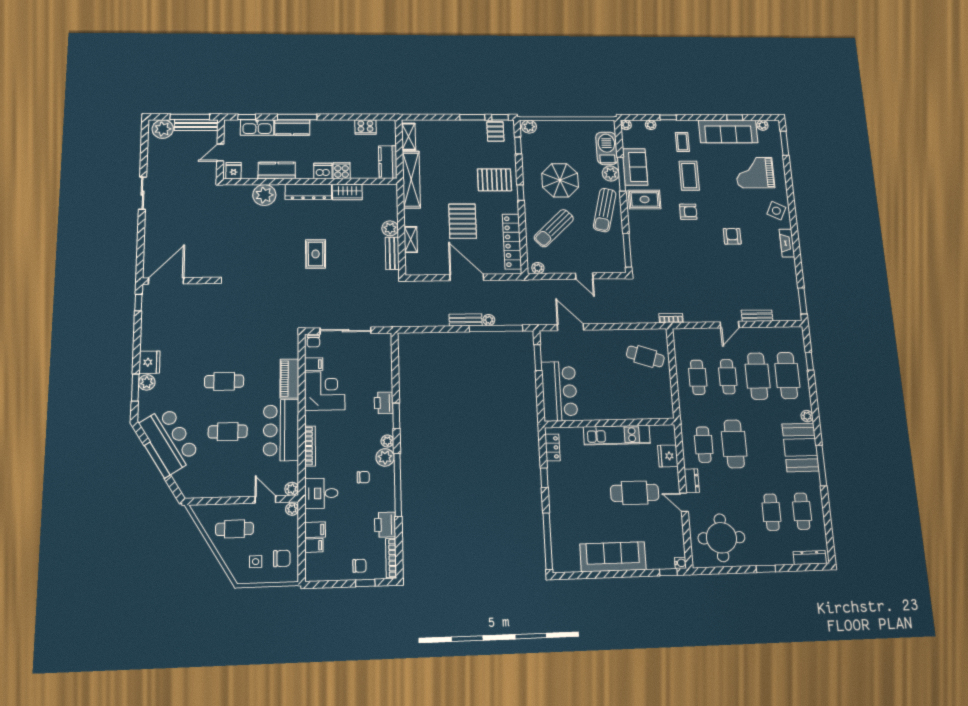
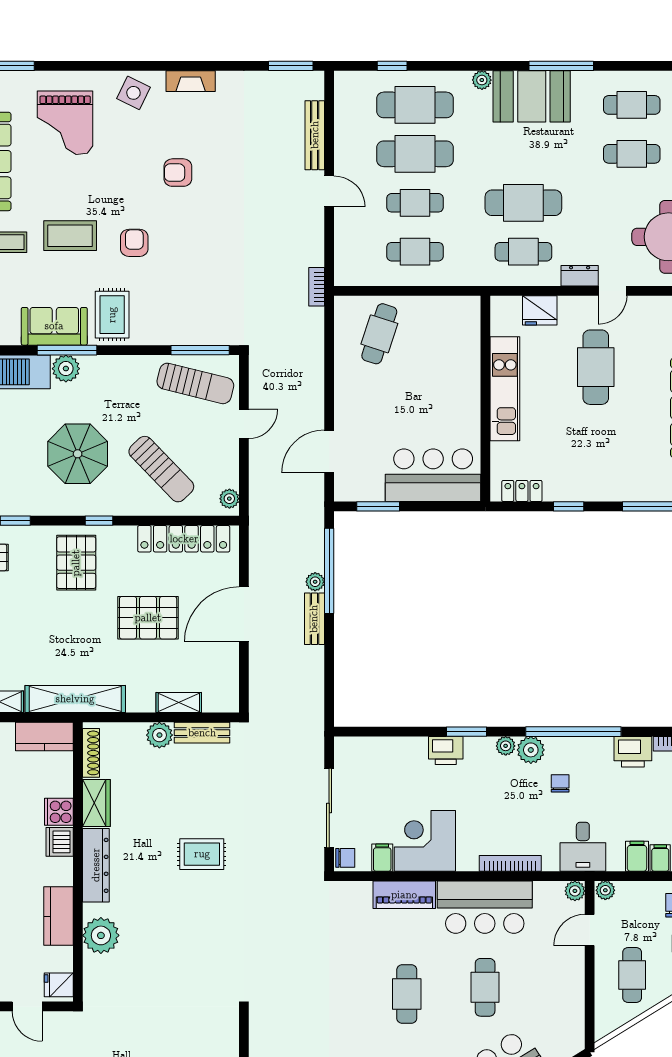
shoe rack: (378, 189) -> (91, 753), added
sun lounger: (605, 210) -> (195, 383), moved
bench: (757, 316) -> (315, 135), width x1.36

